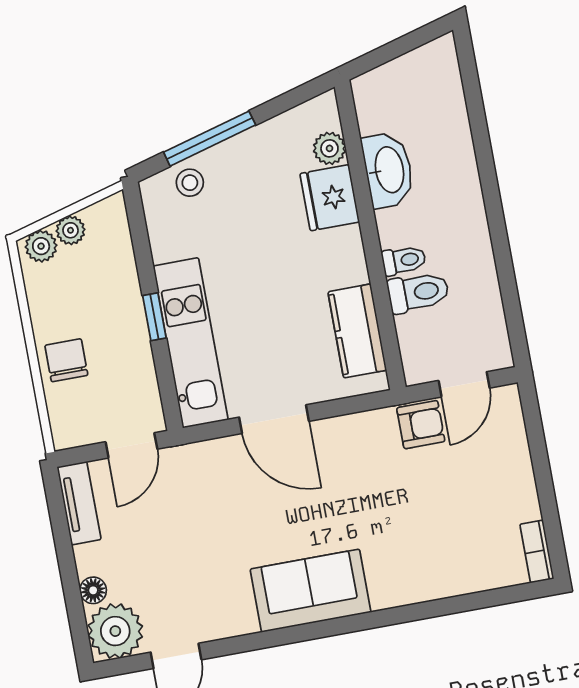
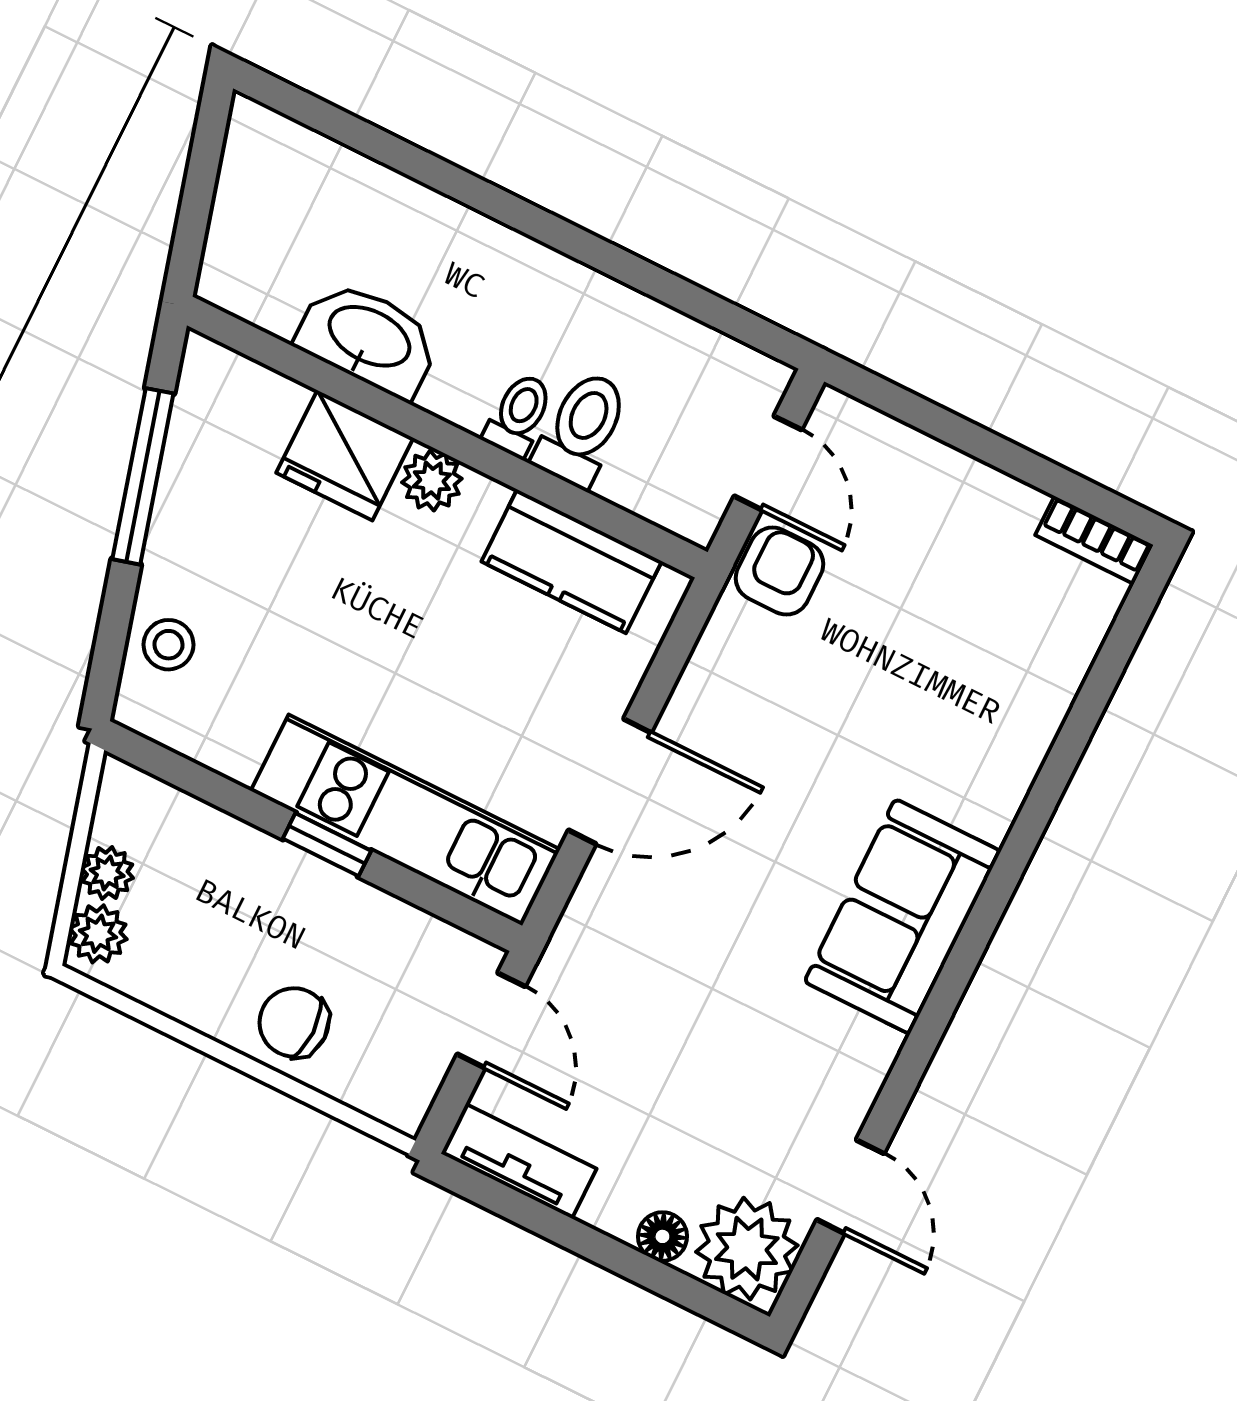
window: (210, 139) -> (143, 476), moved
plant: (329, 148) -> (432, 481), moved

